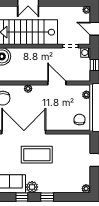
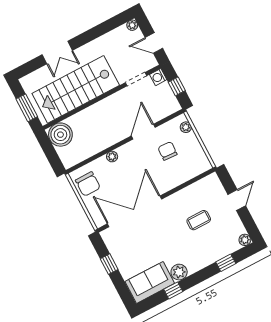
door: (57, 83) -> (143, 132), hinge flipped
chair: (80, 119) -> (168, 151), moved
coffee table: (37, 155) -> (199, 220), moved, width x0.54, depth x0.58
window: (47, 197) -> (226, 263), moved

